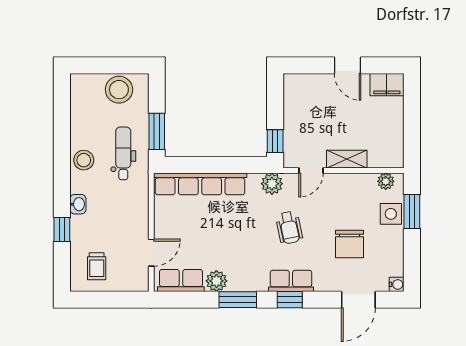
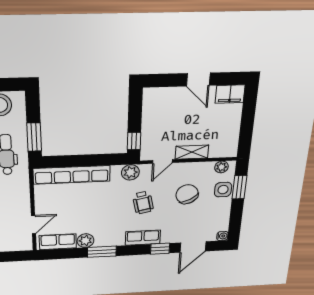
chair: (349, 244) -> (187, 194), moved, turned 152
window: (290, 300) -> (160, 249), moved

